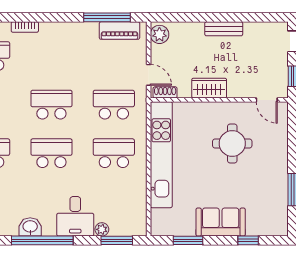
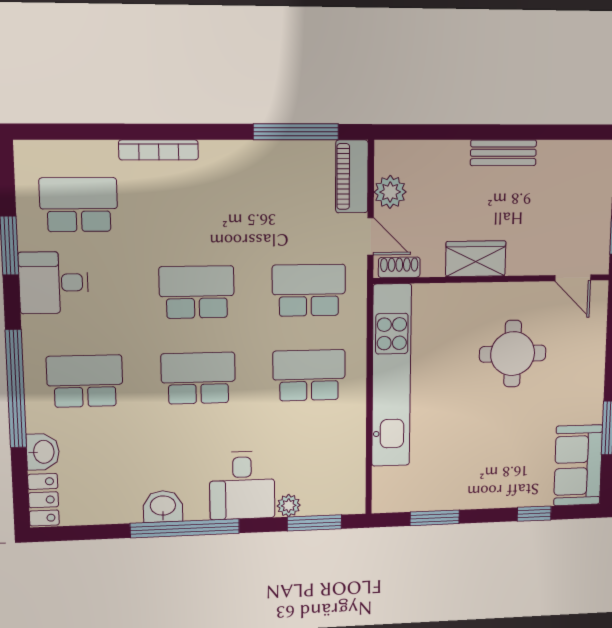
bookcase: (25, 27) -> (159, 150), width x1.56
piano: (119, 31) -> (352, 176), moved, turned 90
plant: (159, 34) -> (390, 192), moved
sofa: (221, 222) -> (578, 465), moved, turned -90

